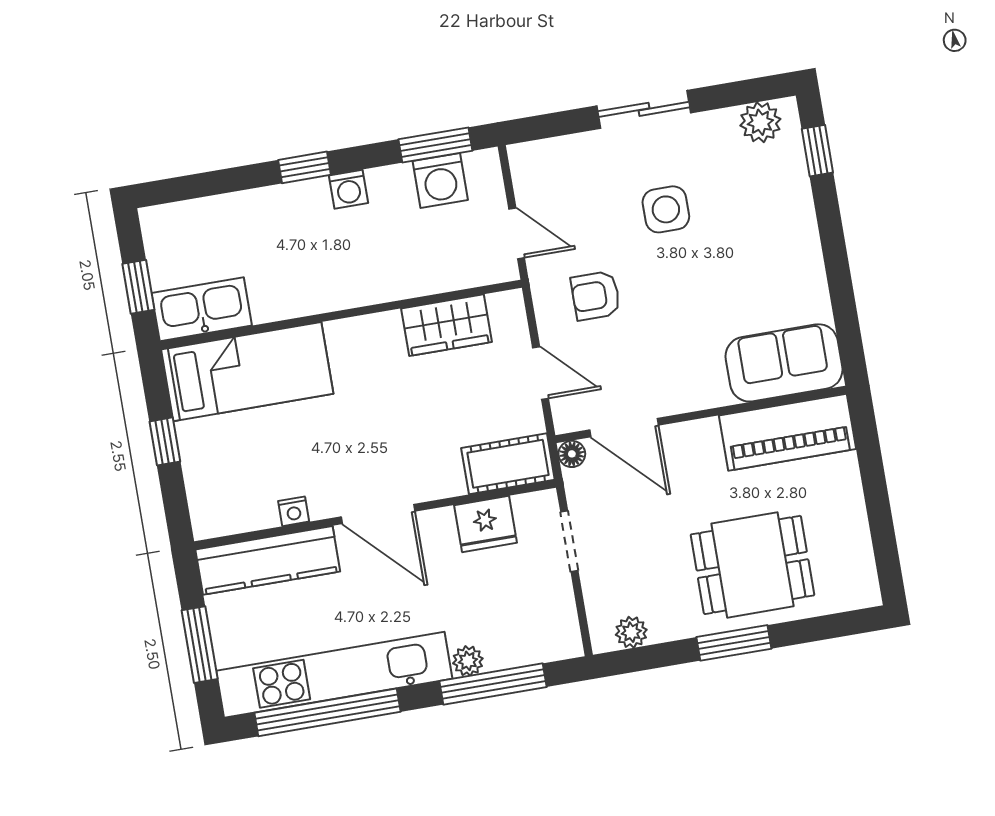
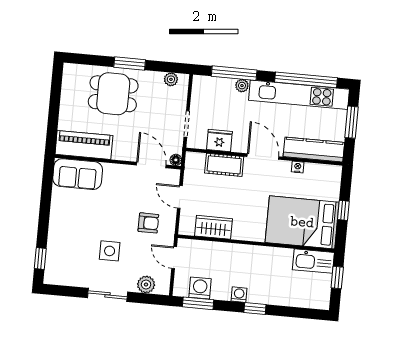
plant: (760, 122) -> (146, 285), moved
bed: (247, 372) -> (302, 222), width x1.50
cot: (508, 464) -> (224, 165), moved

